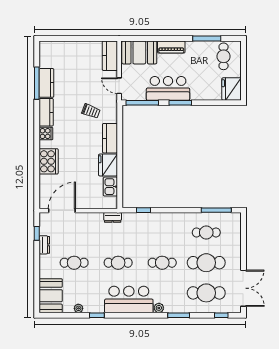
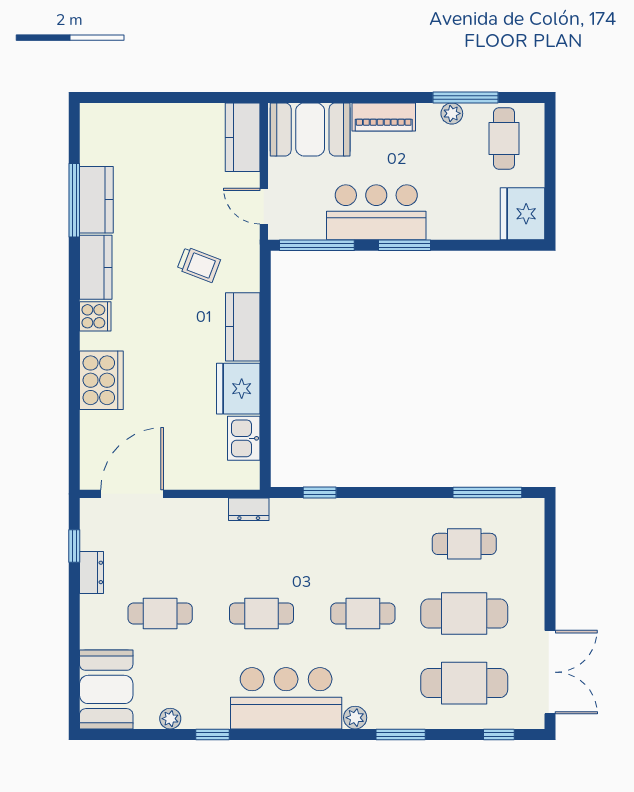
plant: (201, 45) -> (452, 113), added

